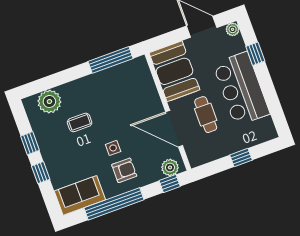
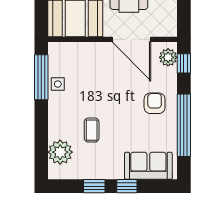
door: (174, 129) -> (132, 39), hinge flipped
side table: (113, 148) -> (58, 84), moved
sofa: (80, 195) -> (148, 166), moved, turned 90

